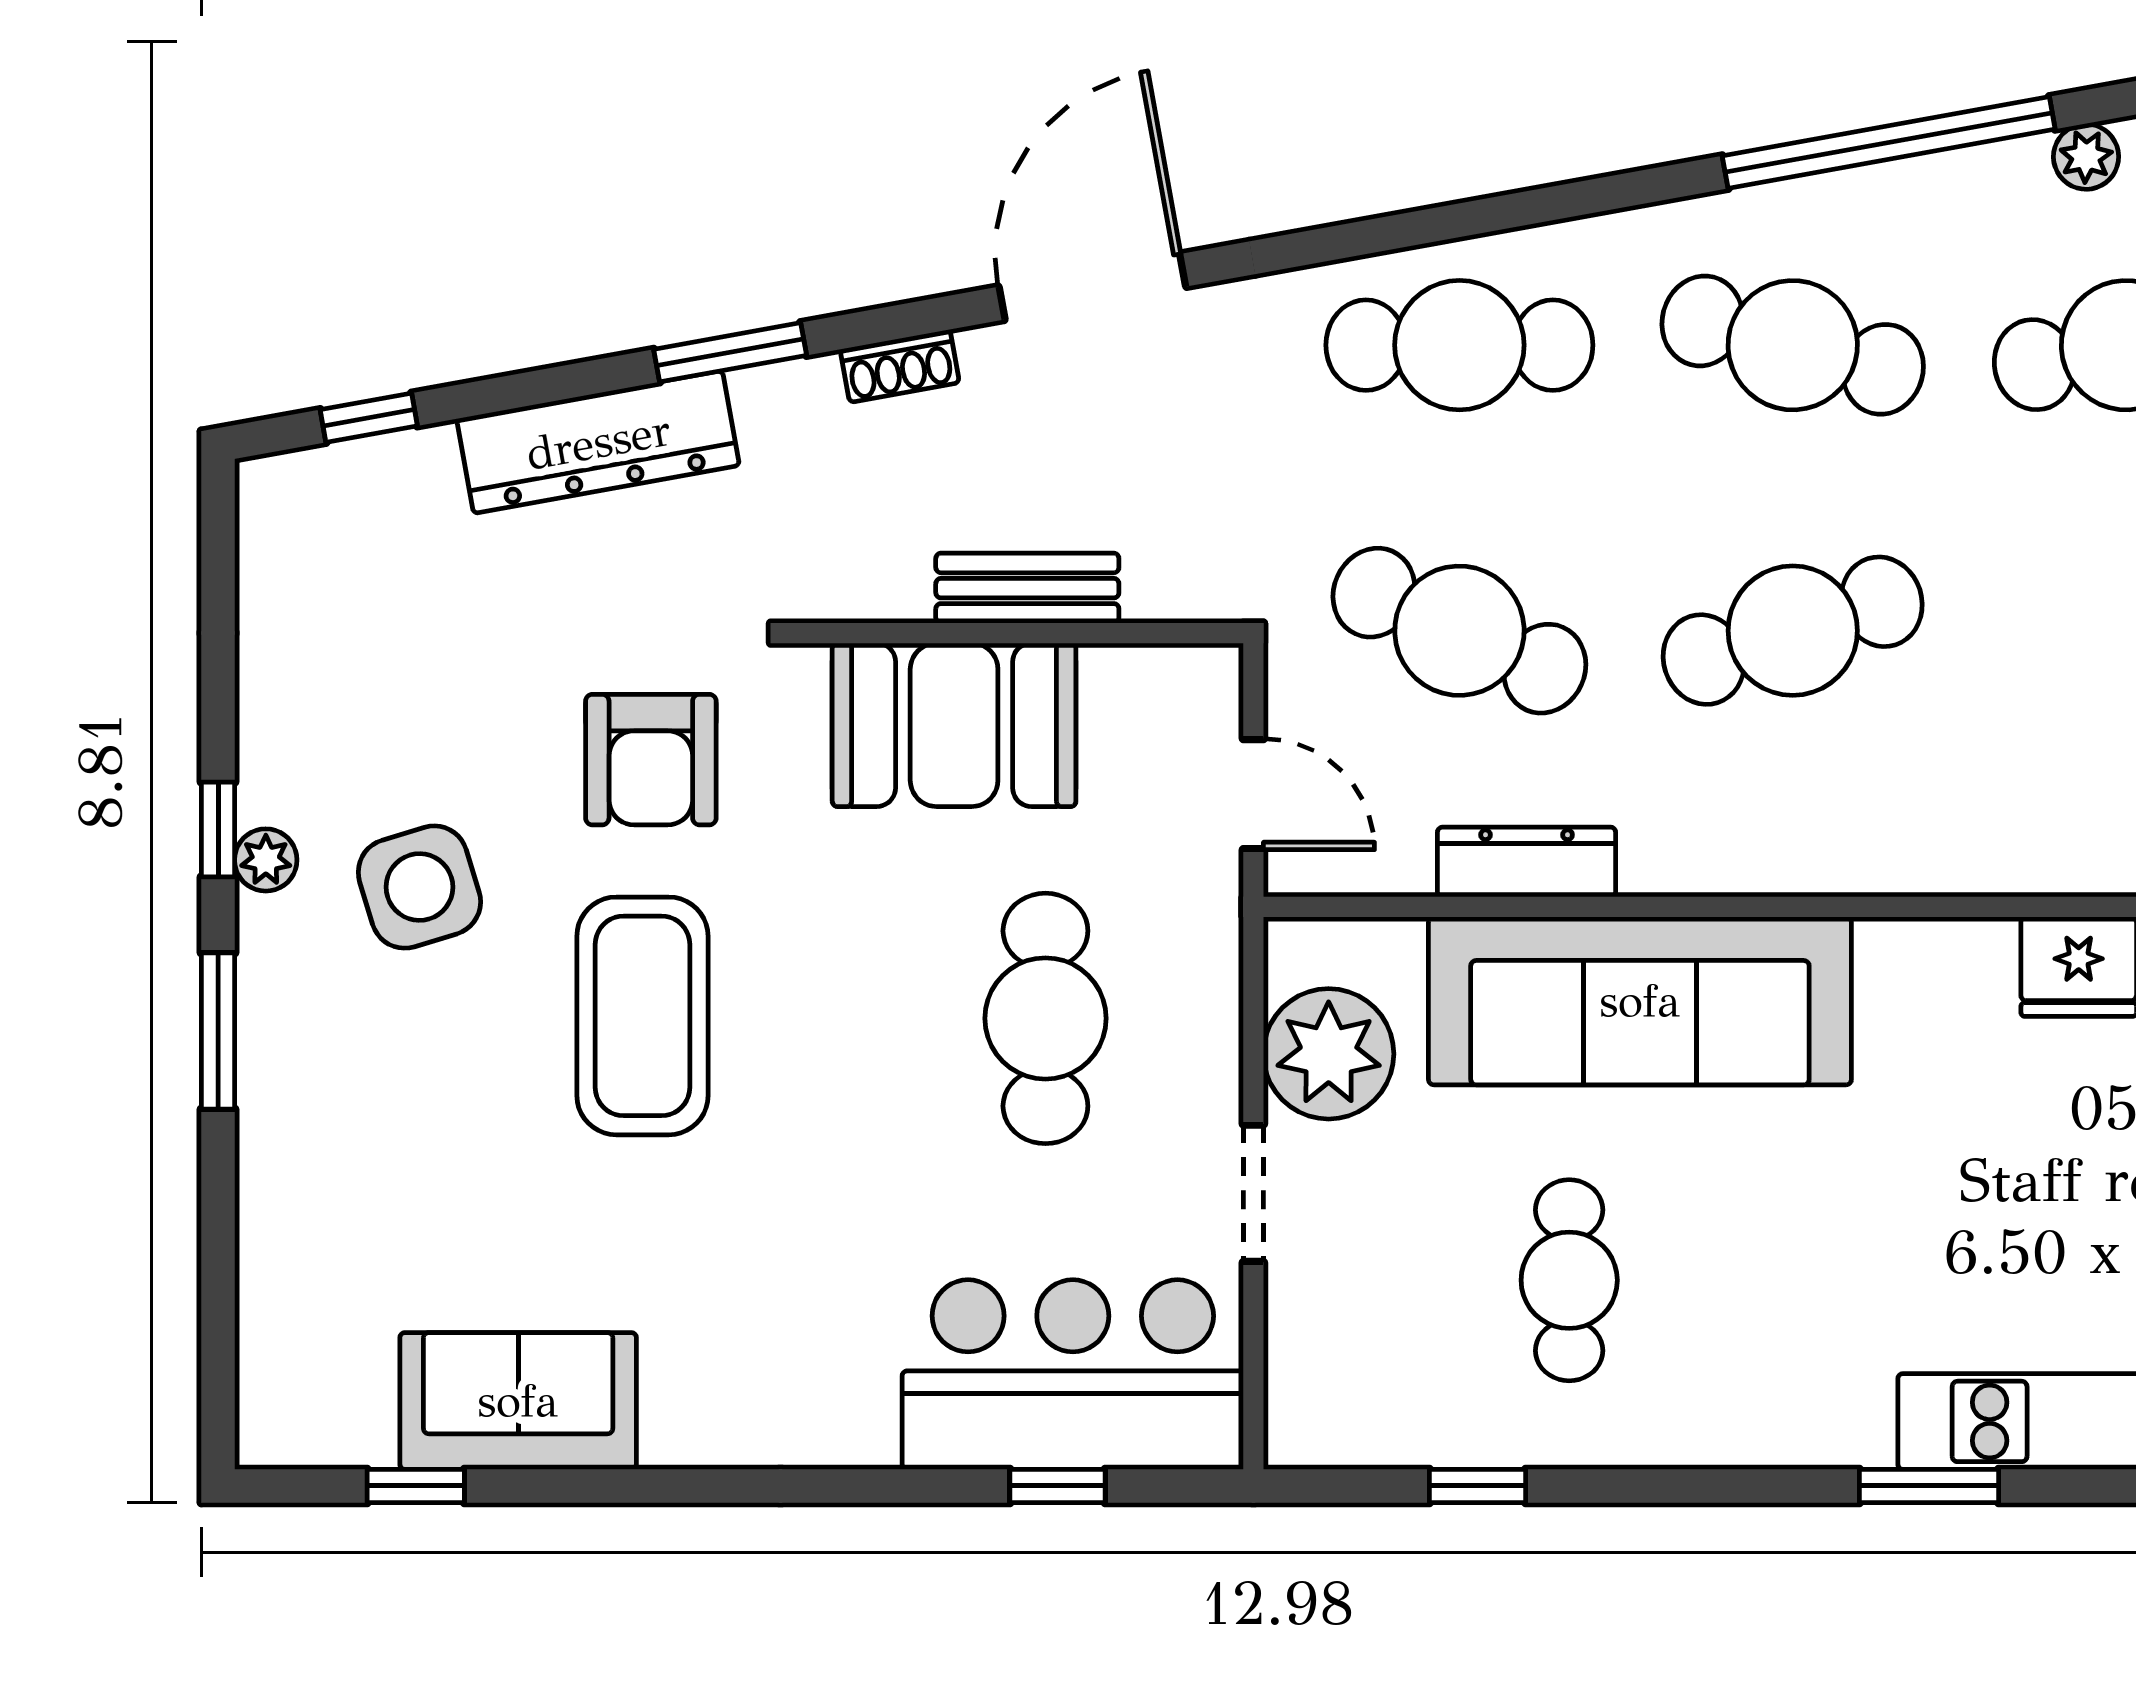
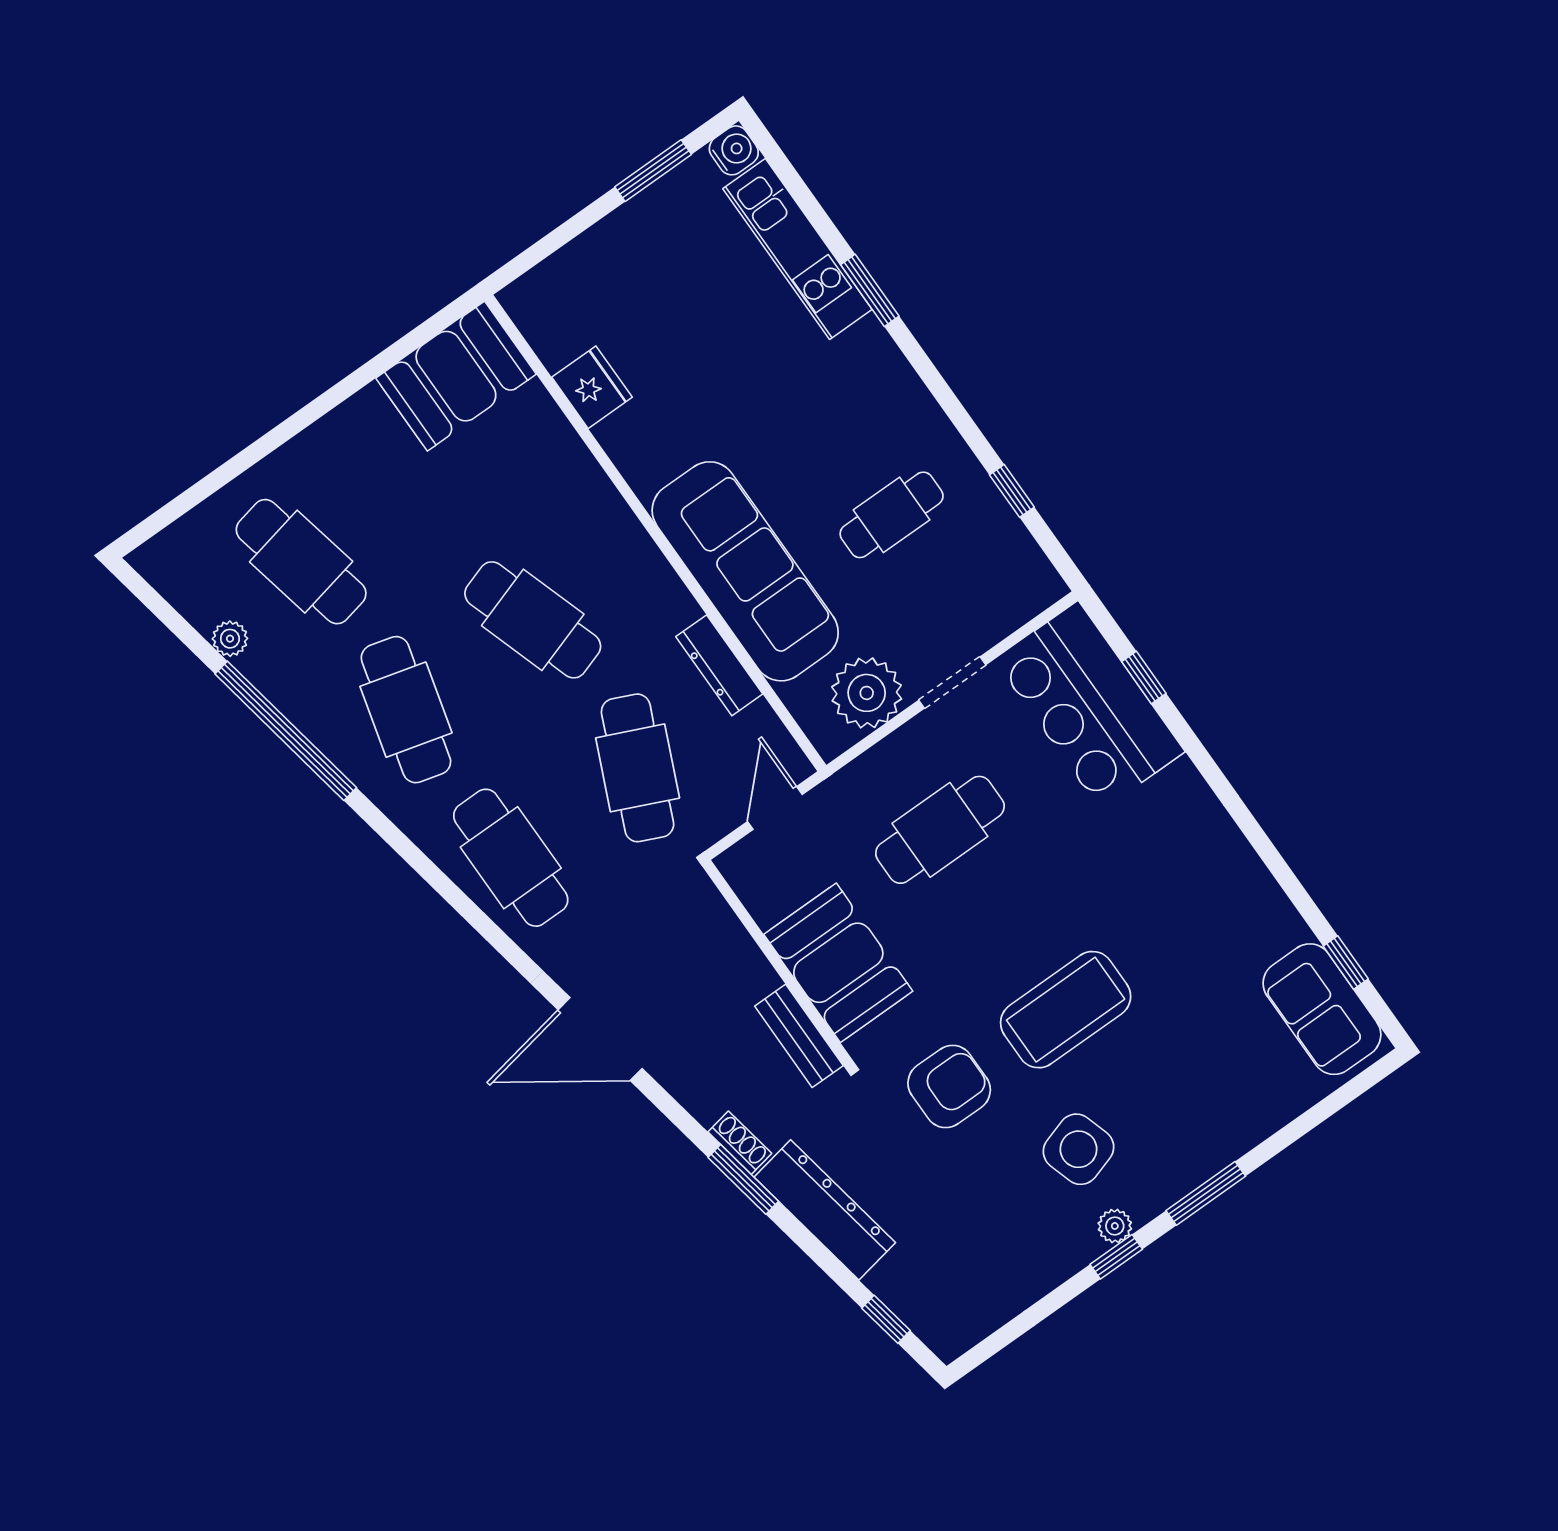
shoe rack: (900, 366) -> (740, 1143), moved
bench: (1027, 588) -> (799, 1036), moved
sofa: (518, 1401) -> (1322, 1009), moved

